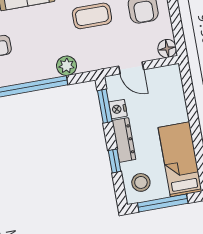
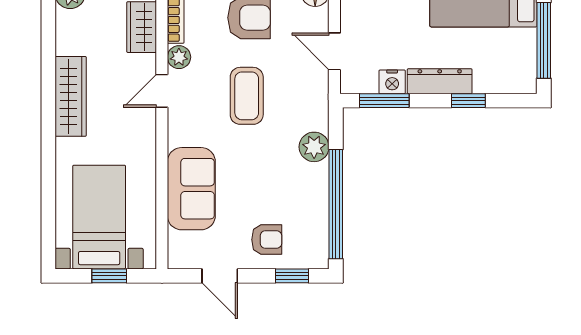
door: (131, 68) -> (334, 51), swing flipped
stool: (141, 182) -> (507, 67), removed

